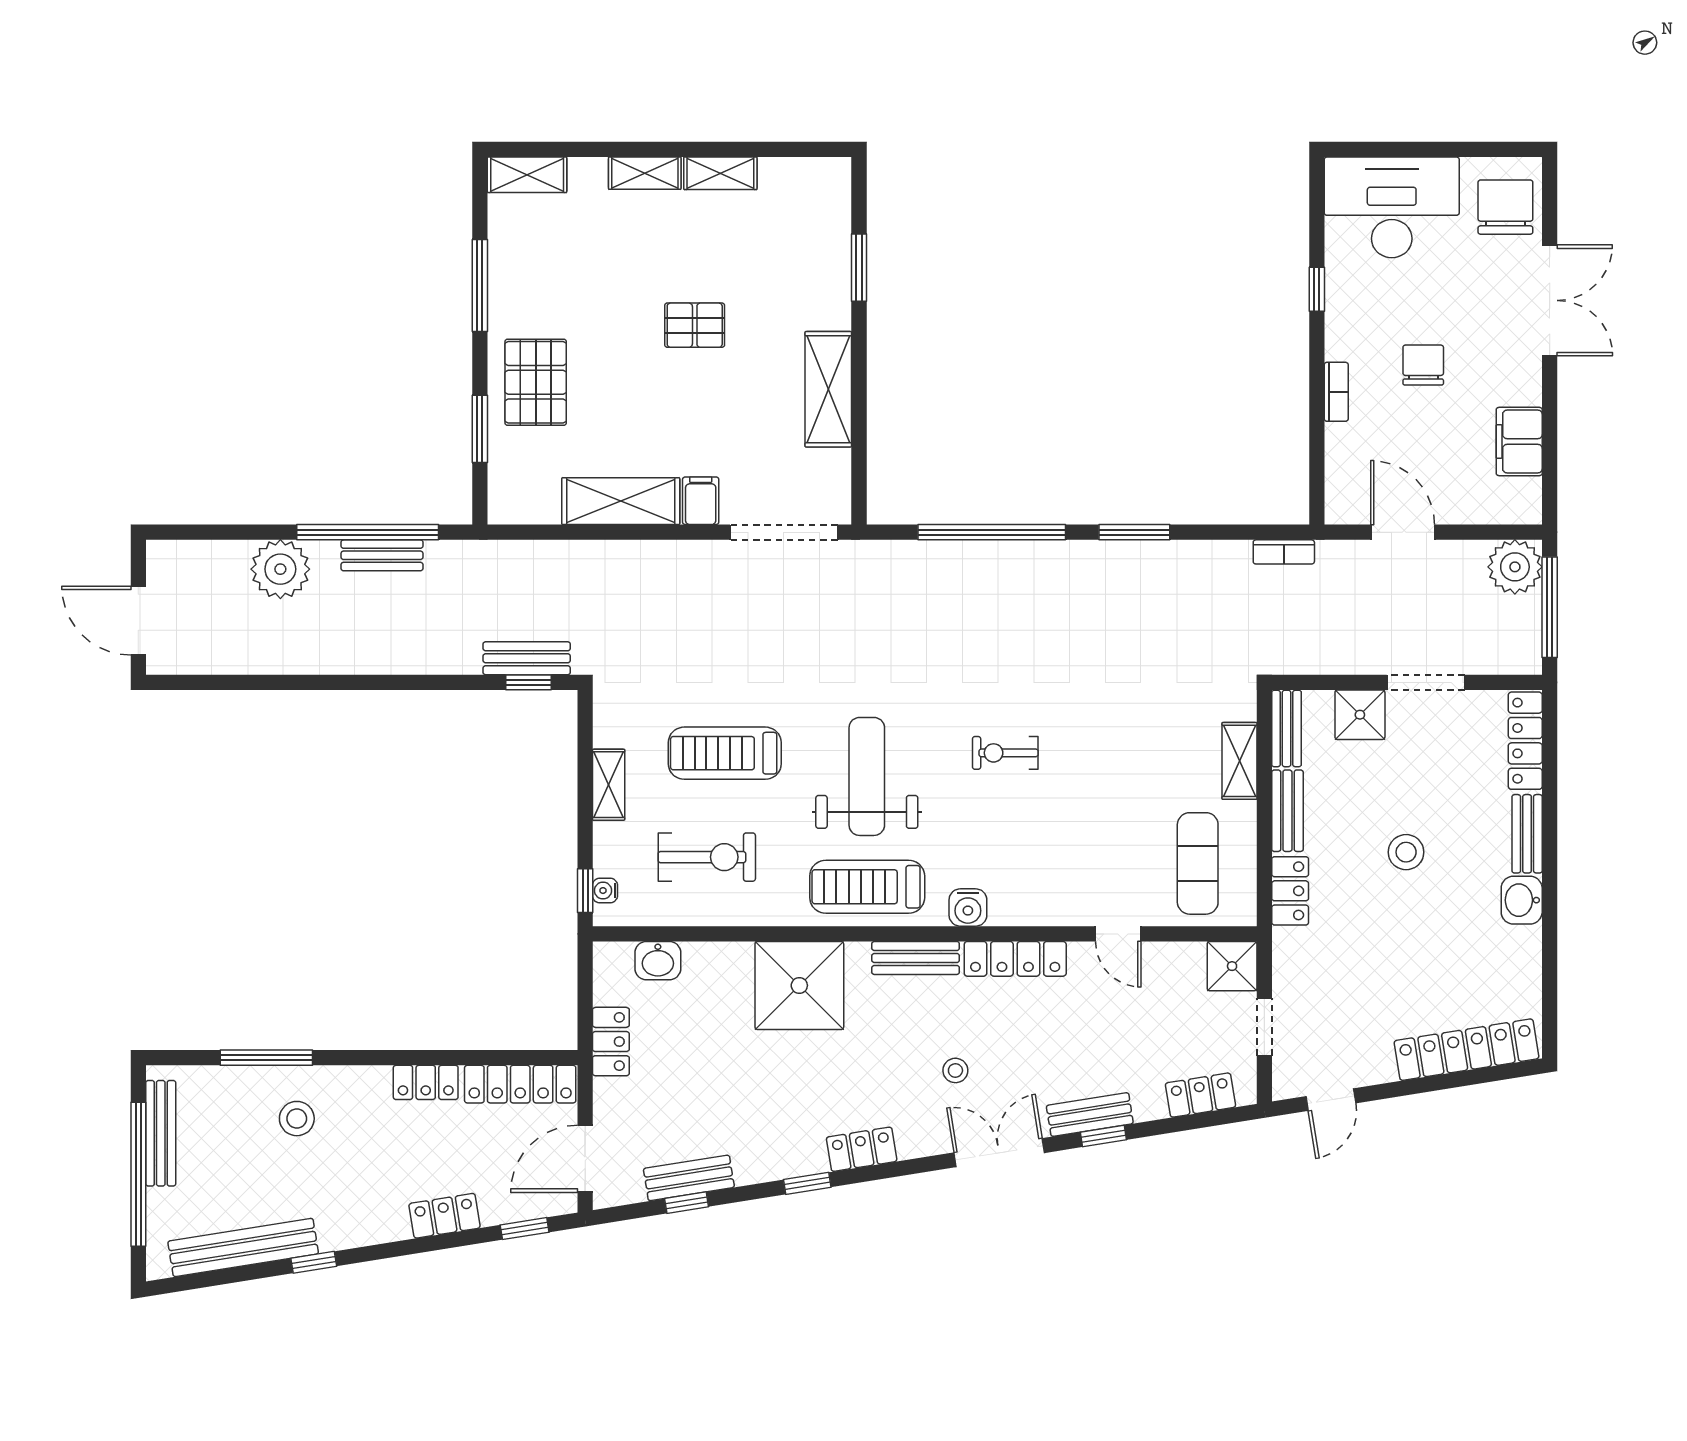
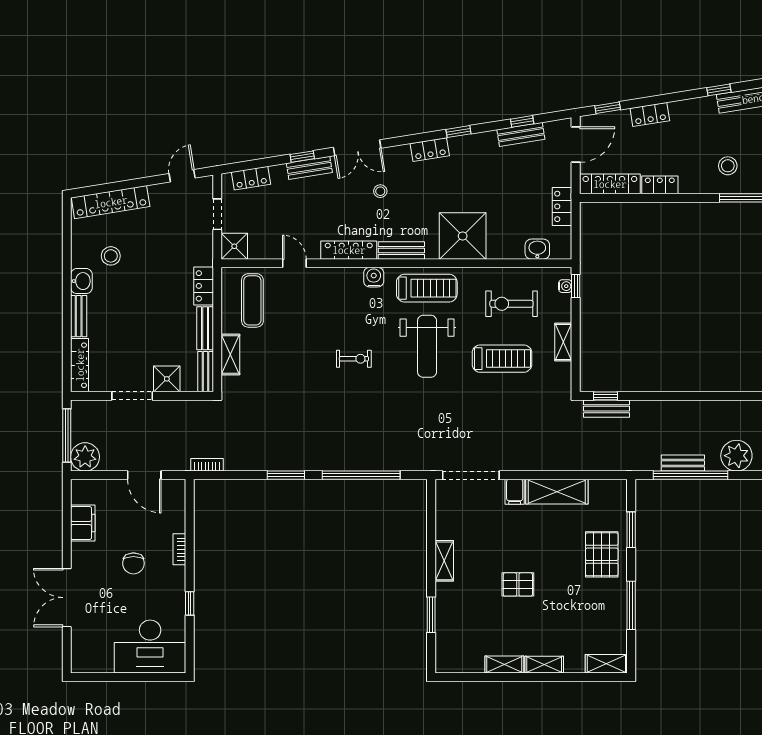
chair: (1505, 207) -> (90, 647), removed
shelving: (828, 389) -> (444, 561), width x0.67, depth x0.75
stool: (1406, 852) -> (111, 256), moved

